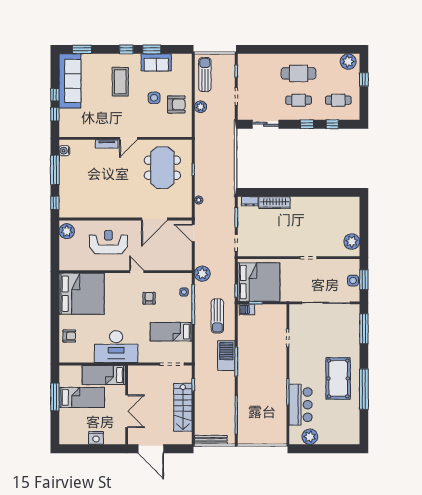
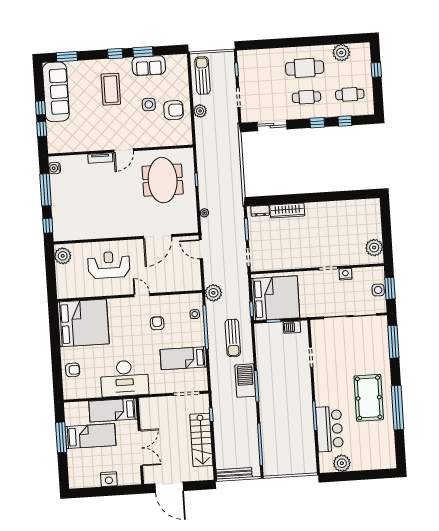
plant: (348, 62) -> (341, 53), moved
nightstand: (324, 264) -> (345, 274), added
barbecue: (247, 309) -> (292, 327), moved

